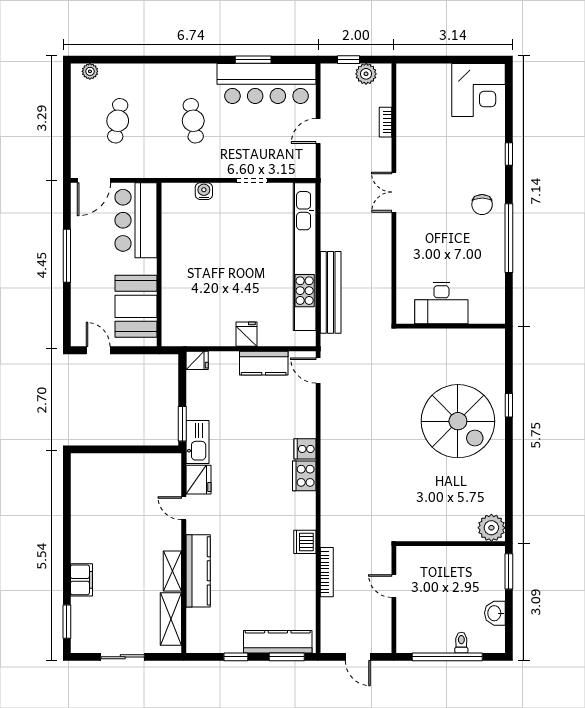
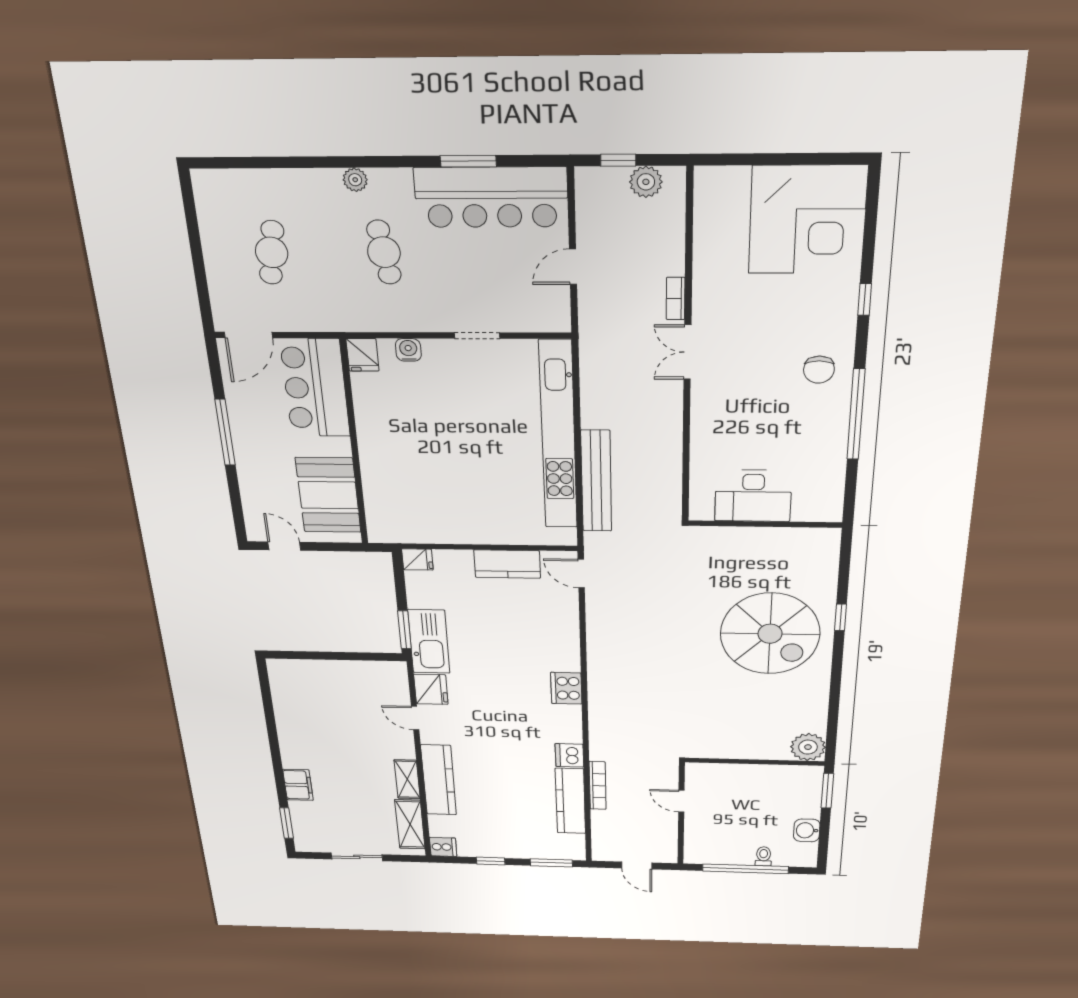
plant: (90, 71) -> (355, 180), moved
corner desk: (479, 90) -> (807, 220), width x1.36, depth x1.36
bookcase: (386, 122) -> (676, 299), moved
fridge: (247, 334) -> (362, 355), moved, turned 180
kitchen sink: (197, 442) -> (429, 642), width x1.36, depth x1.24
cooker: (305, 449) -> (443, 847), moved, turned 180
kitchen counter: (278, 642) -> (570, 801), moved, turned -90

